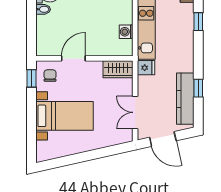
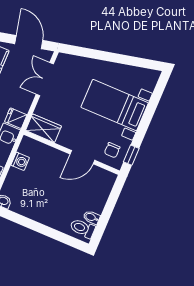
double door: (135, 112) -> (45, 79), swing flipped

